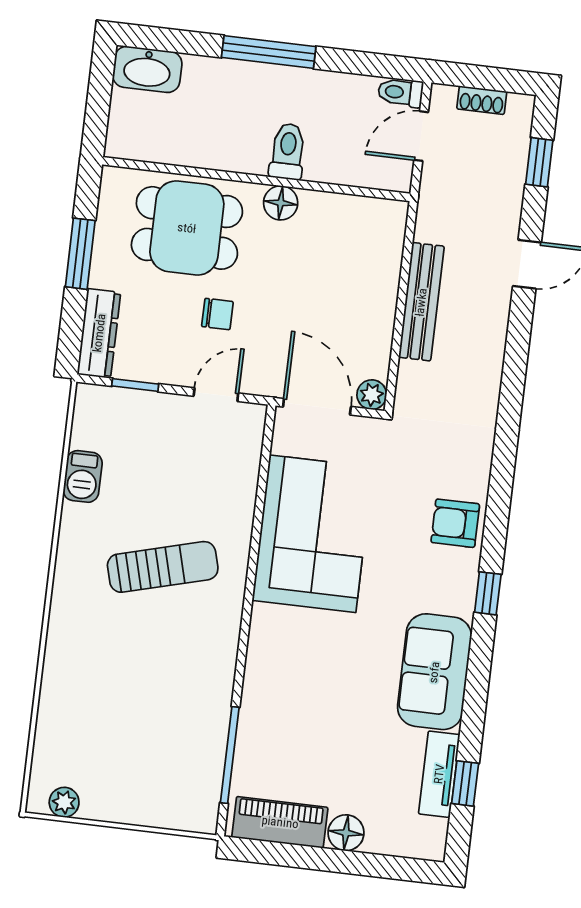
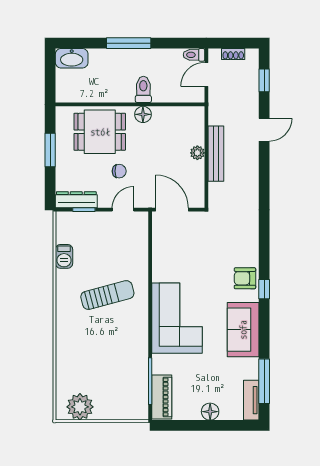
dresser: (99, 333) -> (76, 200), moved, turned -90
plant: (372, 395) -> (197, 153), moved
armchair: (455, 523) -> (245, 278), moved
corner sofa: (313, 534) -> (177, 318), moved
tv unit: (439, 774) -> (251, 400), moved
window: (465, 783) -> (264, 381), width x2.17
plant: (64, 802) -> (80, 407), width x1.87, depth x1.87
piano: (280, 822) -> (162, 397), moved, turned 90

